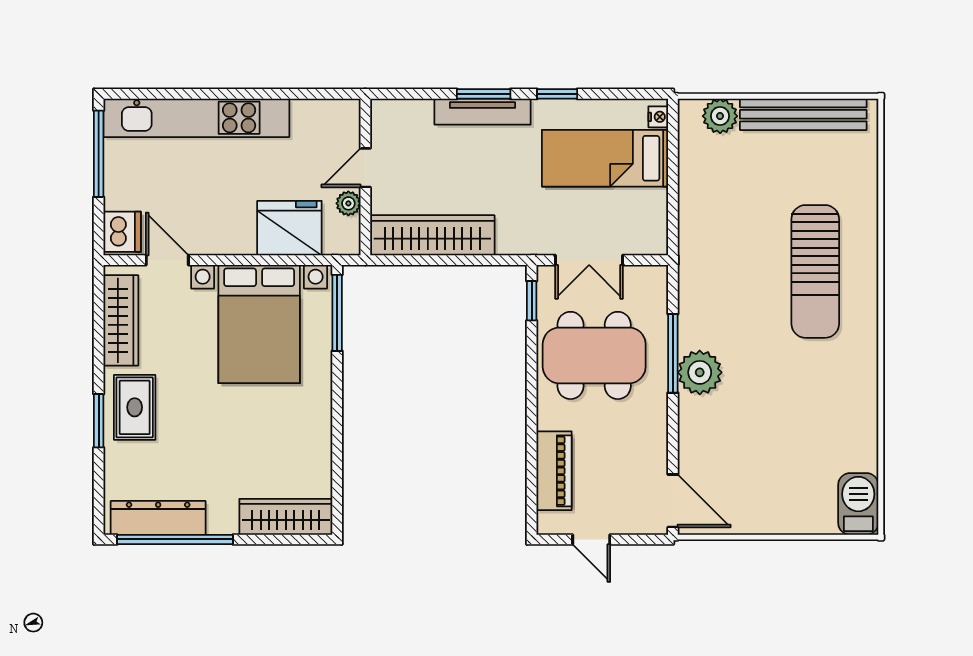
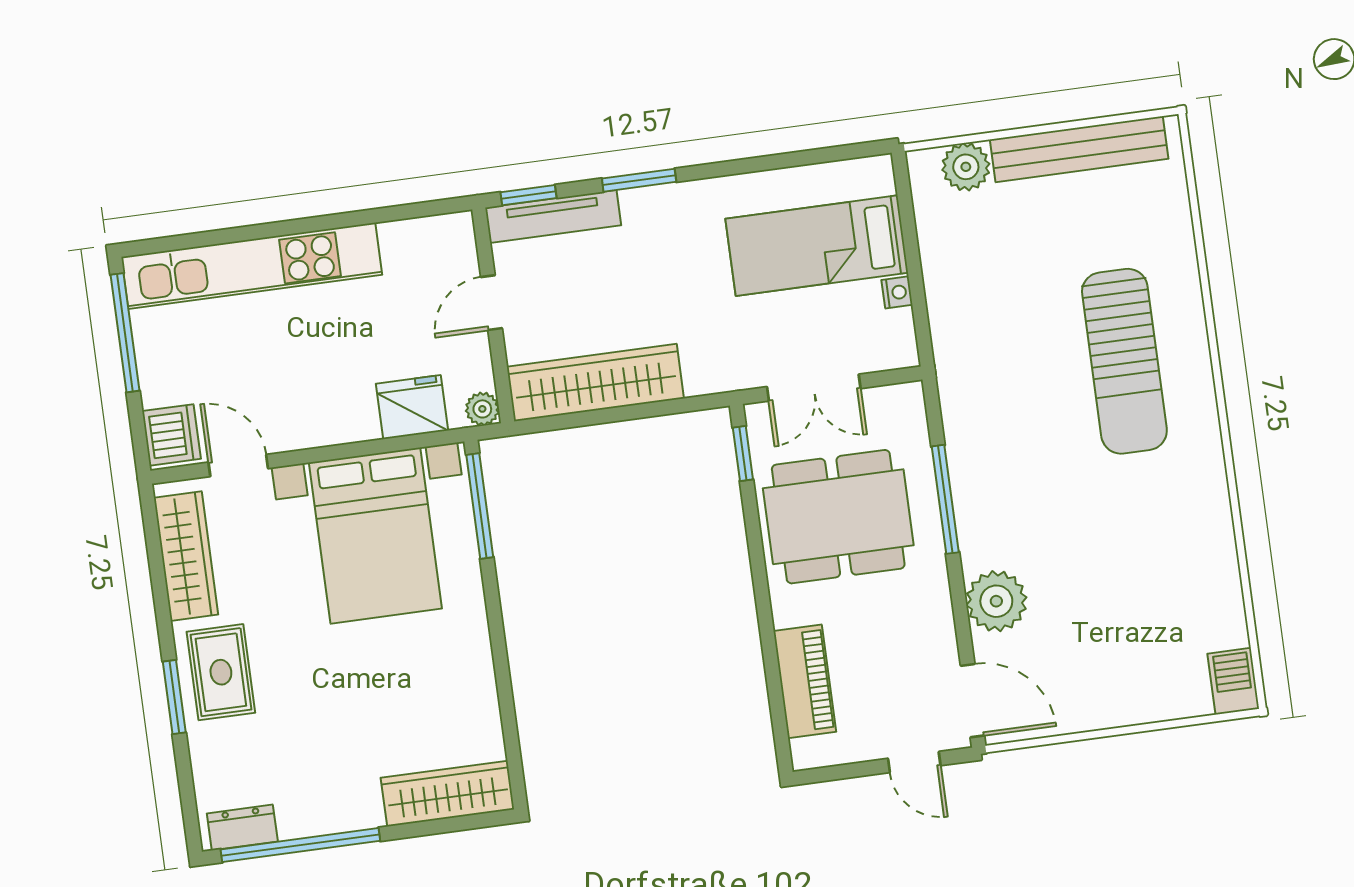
window: (557, 94) -> (529, 195), moved
tv unit: (483, 112) -> (553, 216), moved
nightstand: (658, 117) -> (897, 292), moved
plant: (348, 203) -> (482, 409), moved
fridge: (289, 228) -> (412, 407), width x0.73, depth x0.75
plant: (700, 372) -> (996, 601), moved
barbecue: (858, 504) -> (1233, 681), width x0.73, depth x0.79
dresser: (158, 518) -> (242, 827), width x0.51, depth x0.80
door: (591, 539) -> (914, 762), moved

